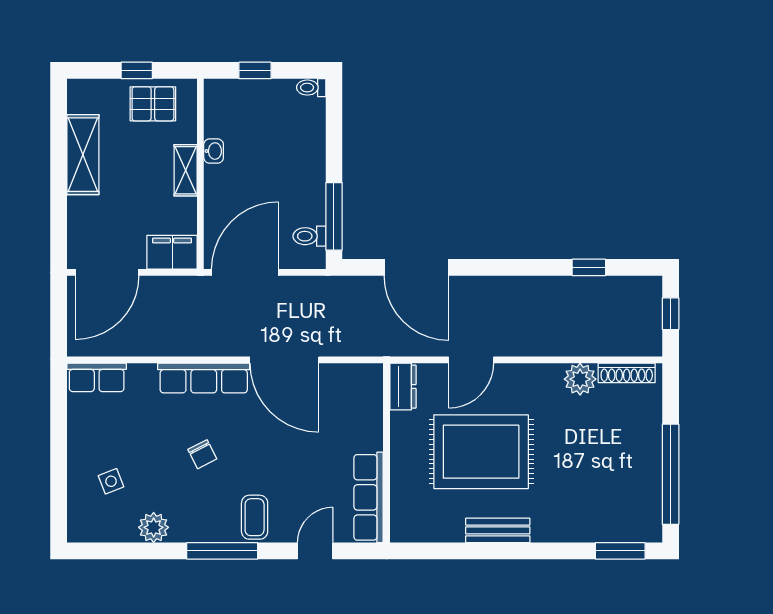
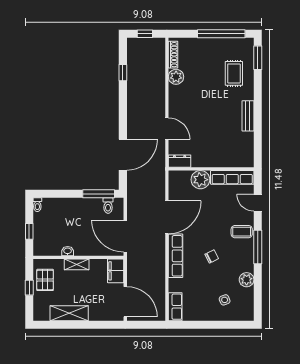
plant: (364, 430) -> (200, 180), added
rug: (481, 452) -> (234, 73), moved, width x0.54, depth x0.49

